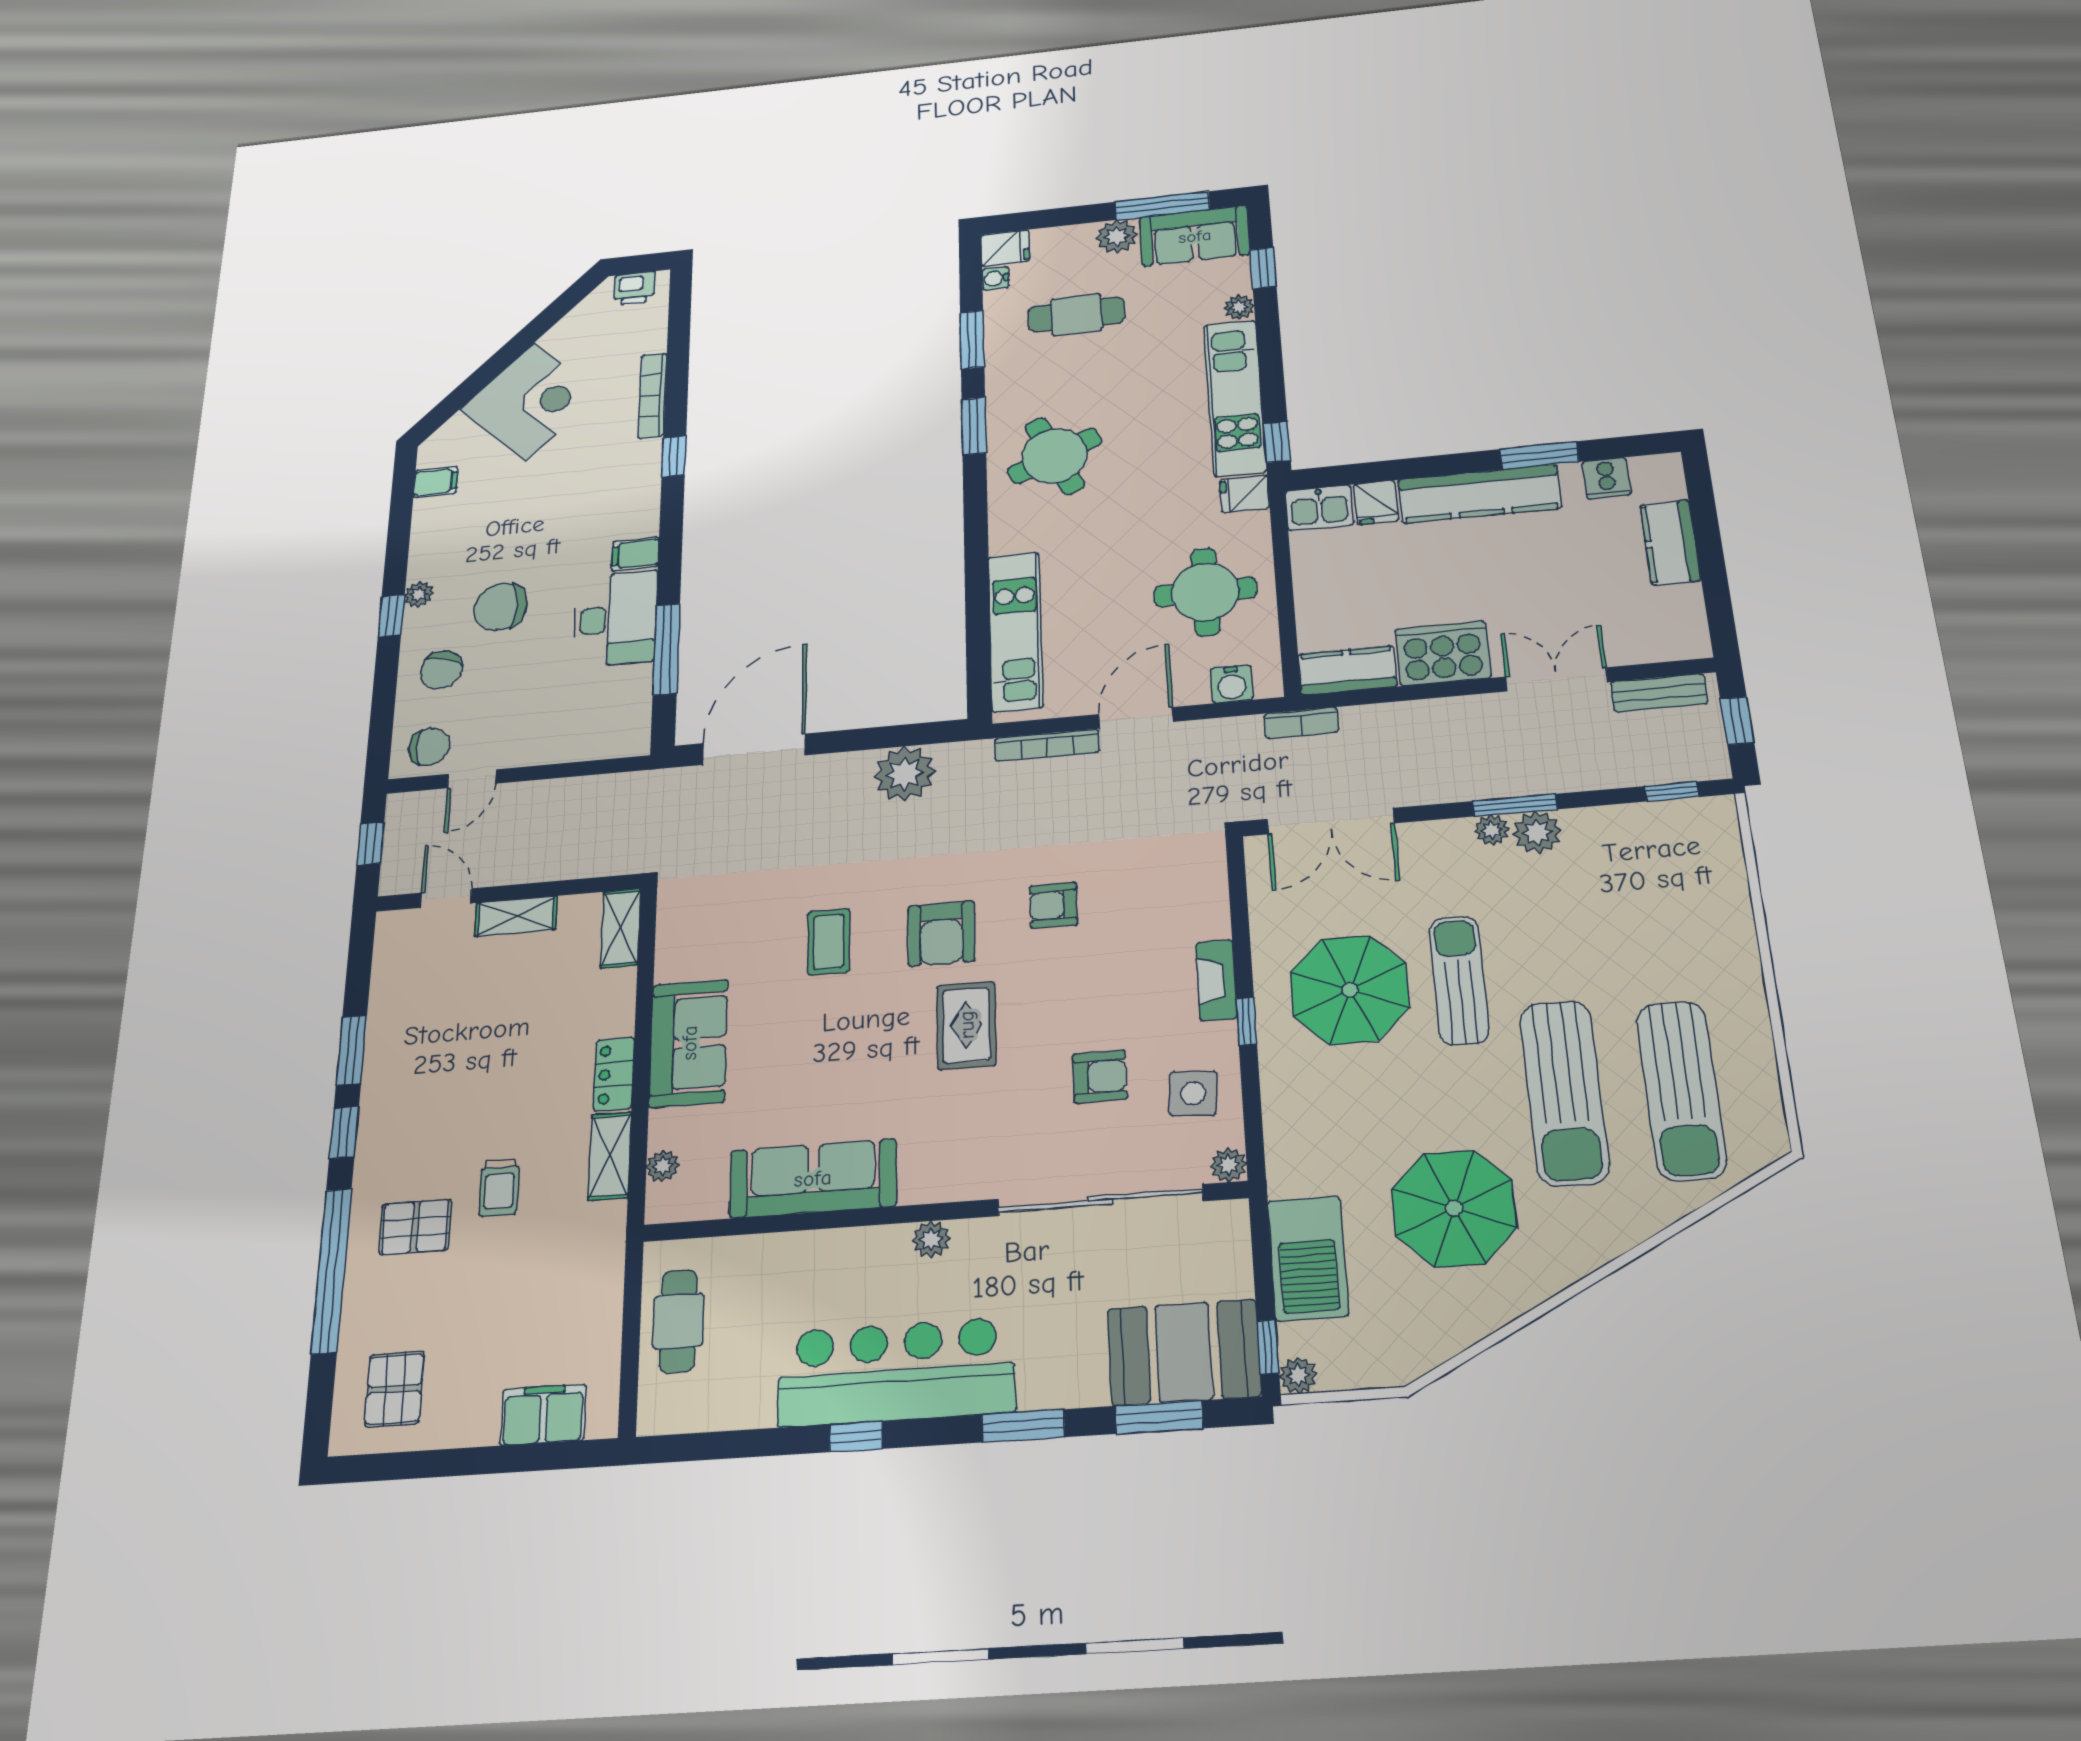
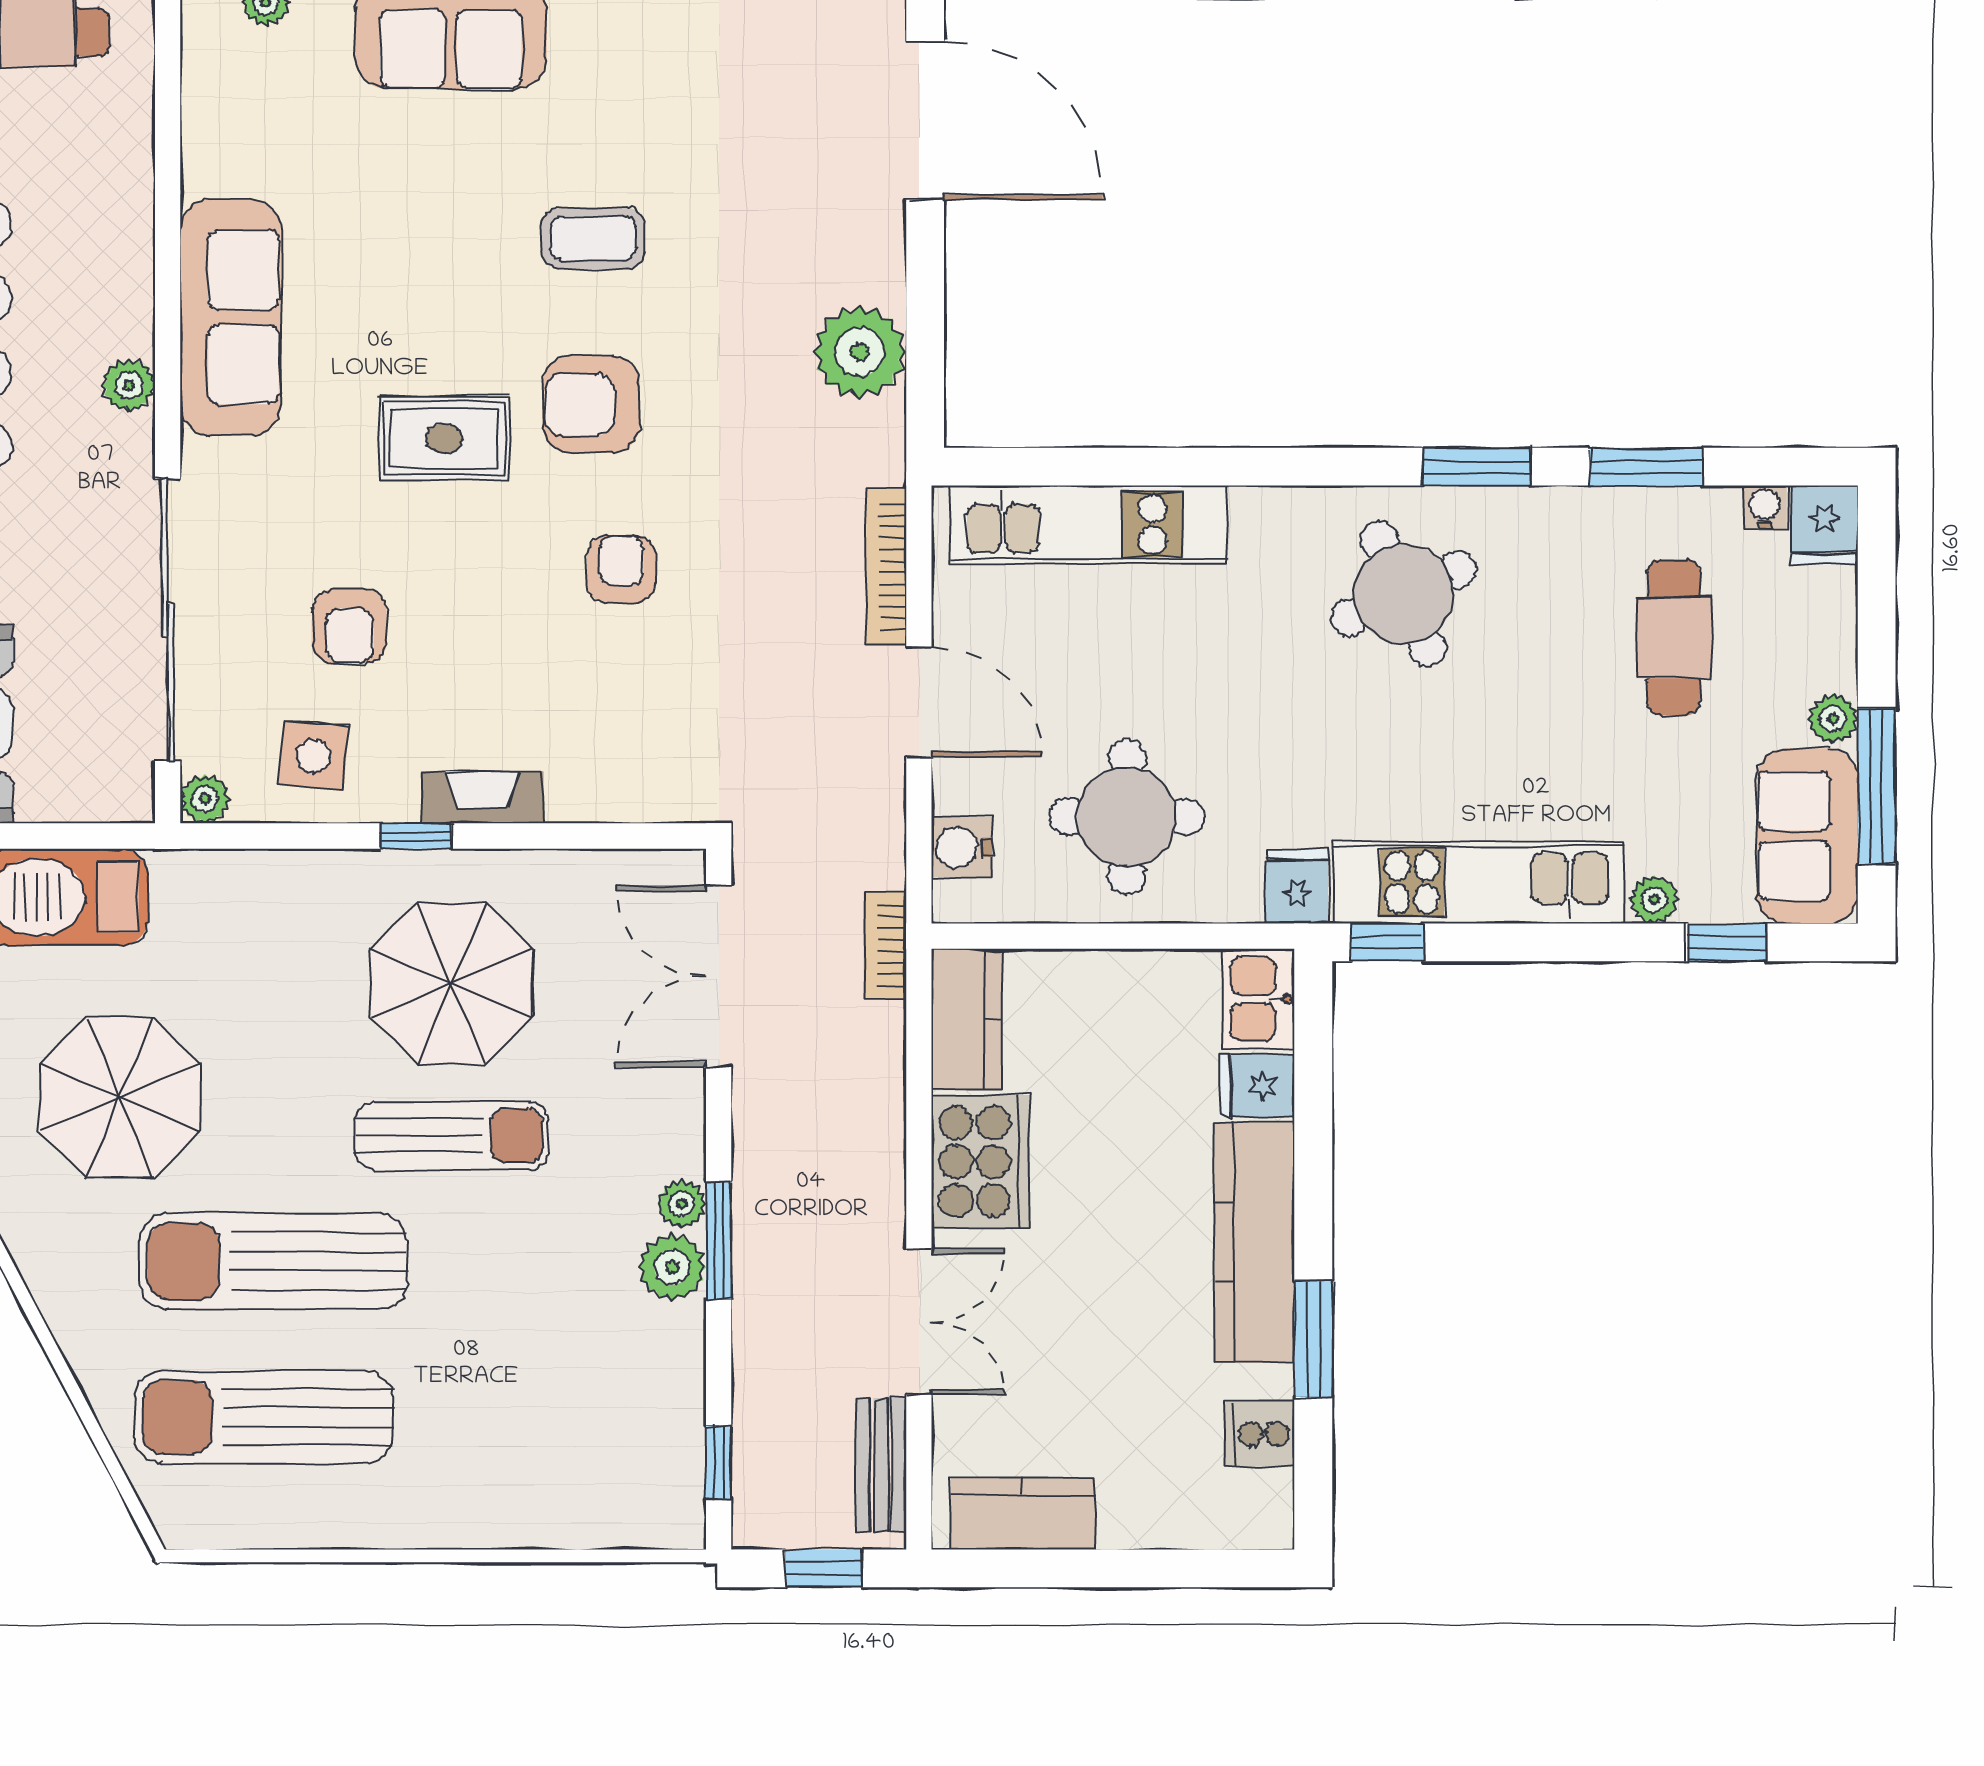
plant: (1117, 236) -> (1833, 719), width x0.73, depth x0.73
kitchen counter: (1670, 542) -> (1023, 1514), moved
sofa: (813, 1178) -> (230, 317), moved

